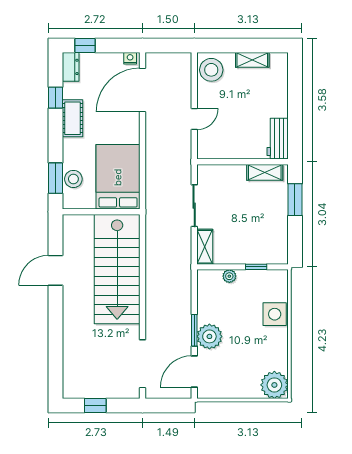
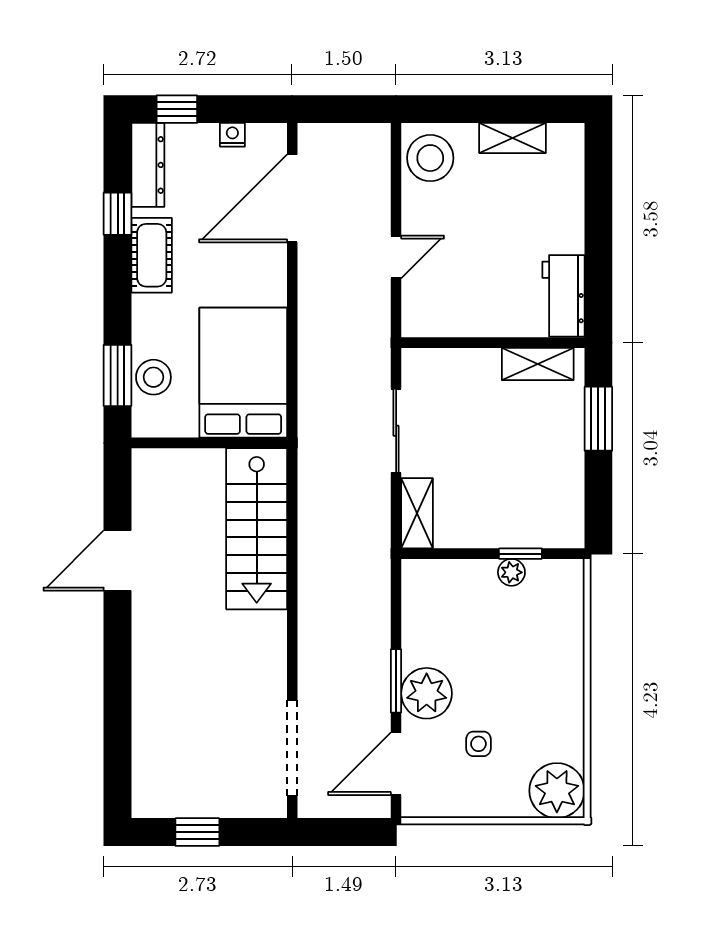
nightstand: (130, 58) -> (232, 135), moved
dresser: (71, 67) -> (148, 165), width x1.44
stairs: (117, 269) -> (257, 529), width x0.73, depth x0.66
plant: (229, 276) -> (511, 572), moved
side table: (275, 314) -> (478, 744), moved, width x0.54, depth x0.54

